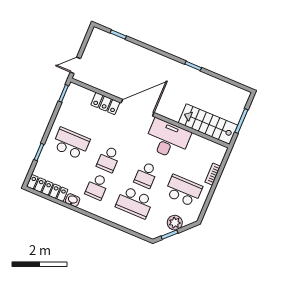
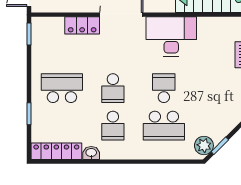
school desk: (146, 175) -> (164, 88), turned 180
school desk: (184, 191) -> (215, 88), removed
plant: (175, 223) -> (204, 146), moved

